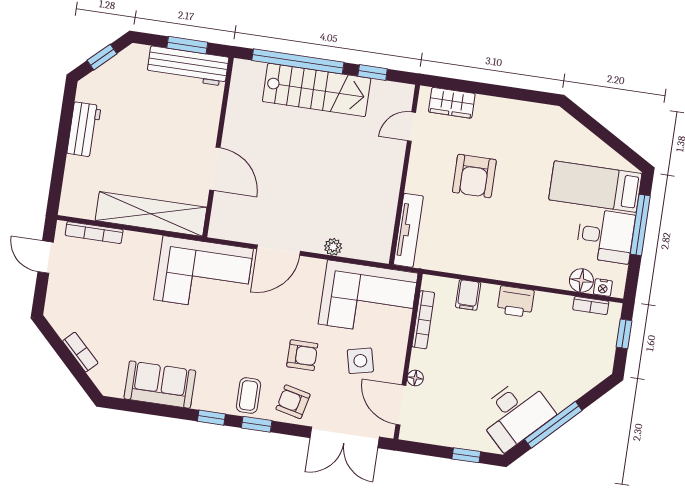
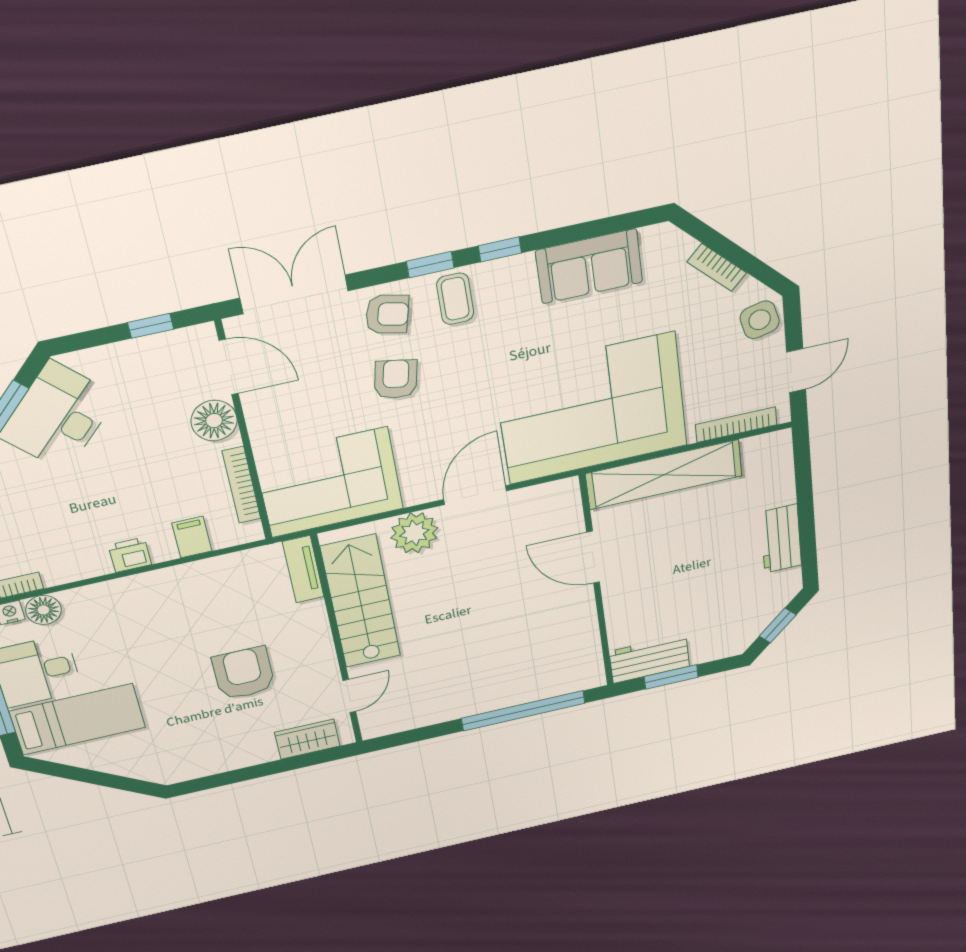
workbench: (188, 66) -> (649, 659), width x0.73
window: (373, 72) -> (423, 734), removed
stairs: (317, 90) -> (361, 602), moved, turned 90
tv unit: (408, 230) -> (303, 569), width x0.71
plant: (333, 247) -> (414, 533), width x1.88, depth x1.88
door: (46, 257) -> (796, 371), hinge flipped
corner sofa: (203, 274) -> (591, 409), width x1.36, depth x1.36
printer: (516, 302) -> (130, 555), width x0.73, depth x0.81
armchair: (302, 355) -> (396, 379), turned 101
side table: (360, 361) -> (760, 320), moved
floor lamp: (415, 378) -> (214, 421), width x1.89, depth x1.89
window: (466, 455) -> (151, 326), moved

